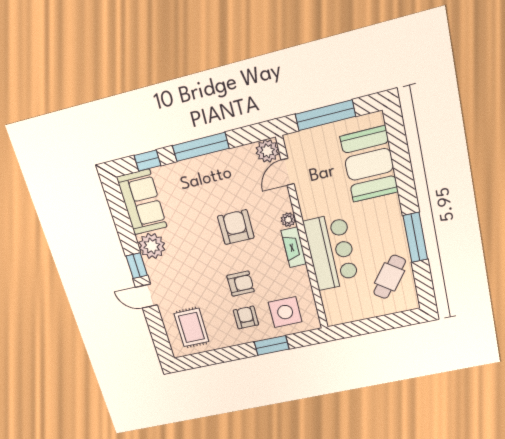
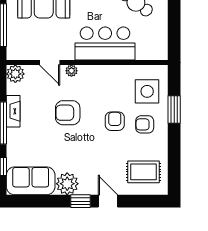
door: (288, 172) -> (50, 62), moved
fireplace: (294, 247) -> (13, 111), moved, turned -90
door: (146, 296) -> (108, 201), swing flipped

